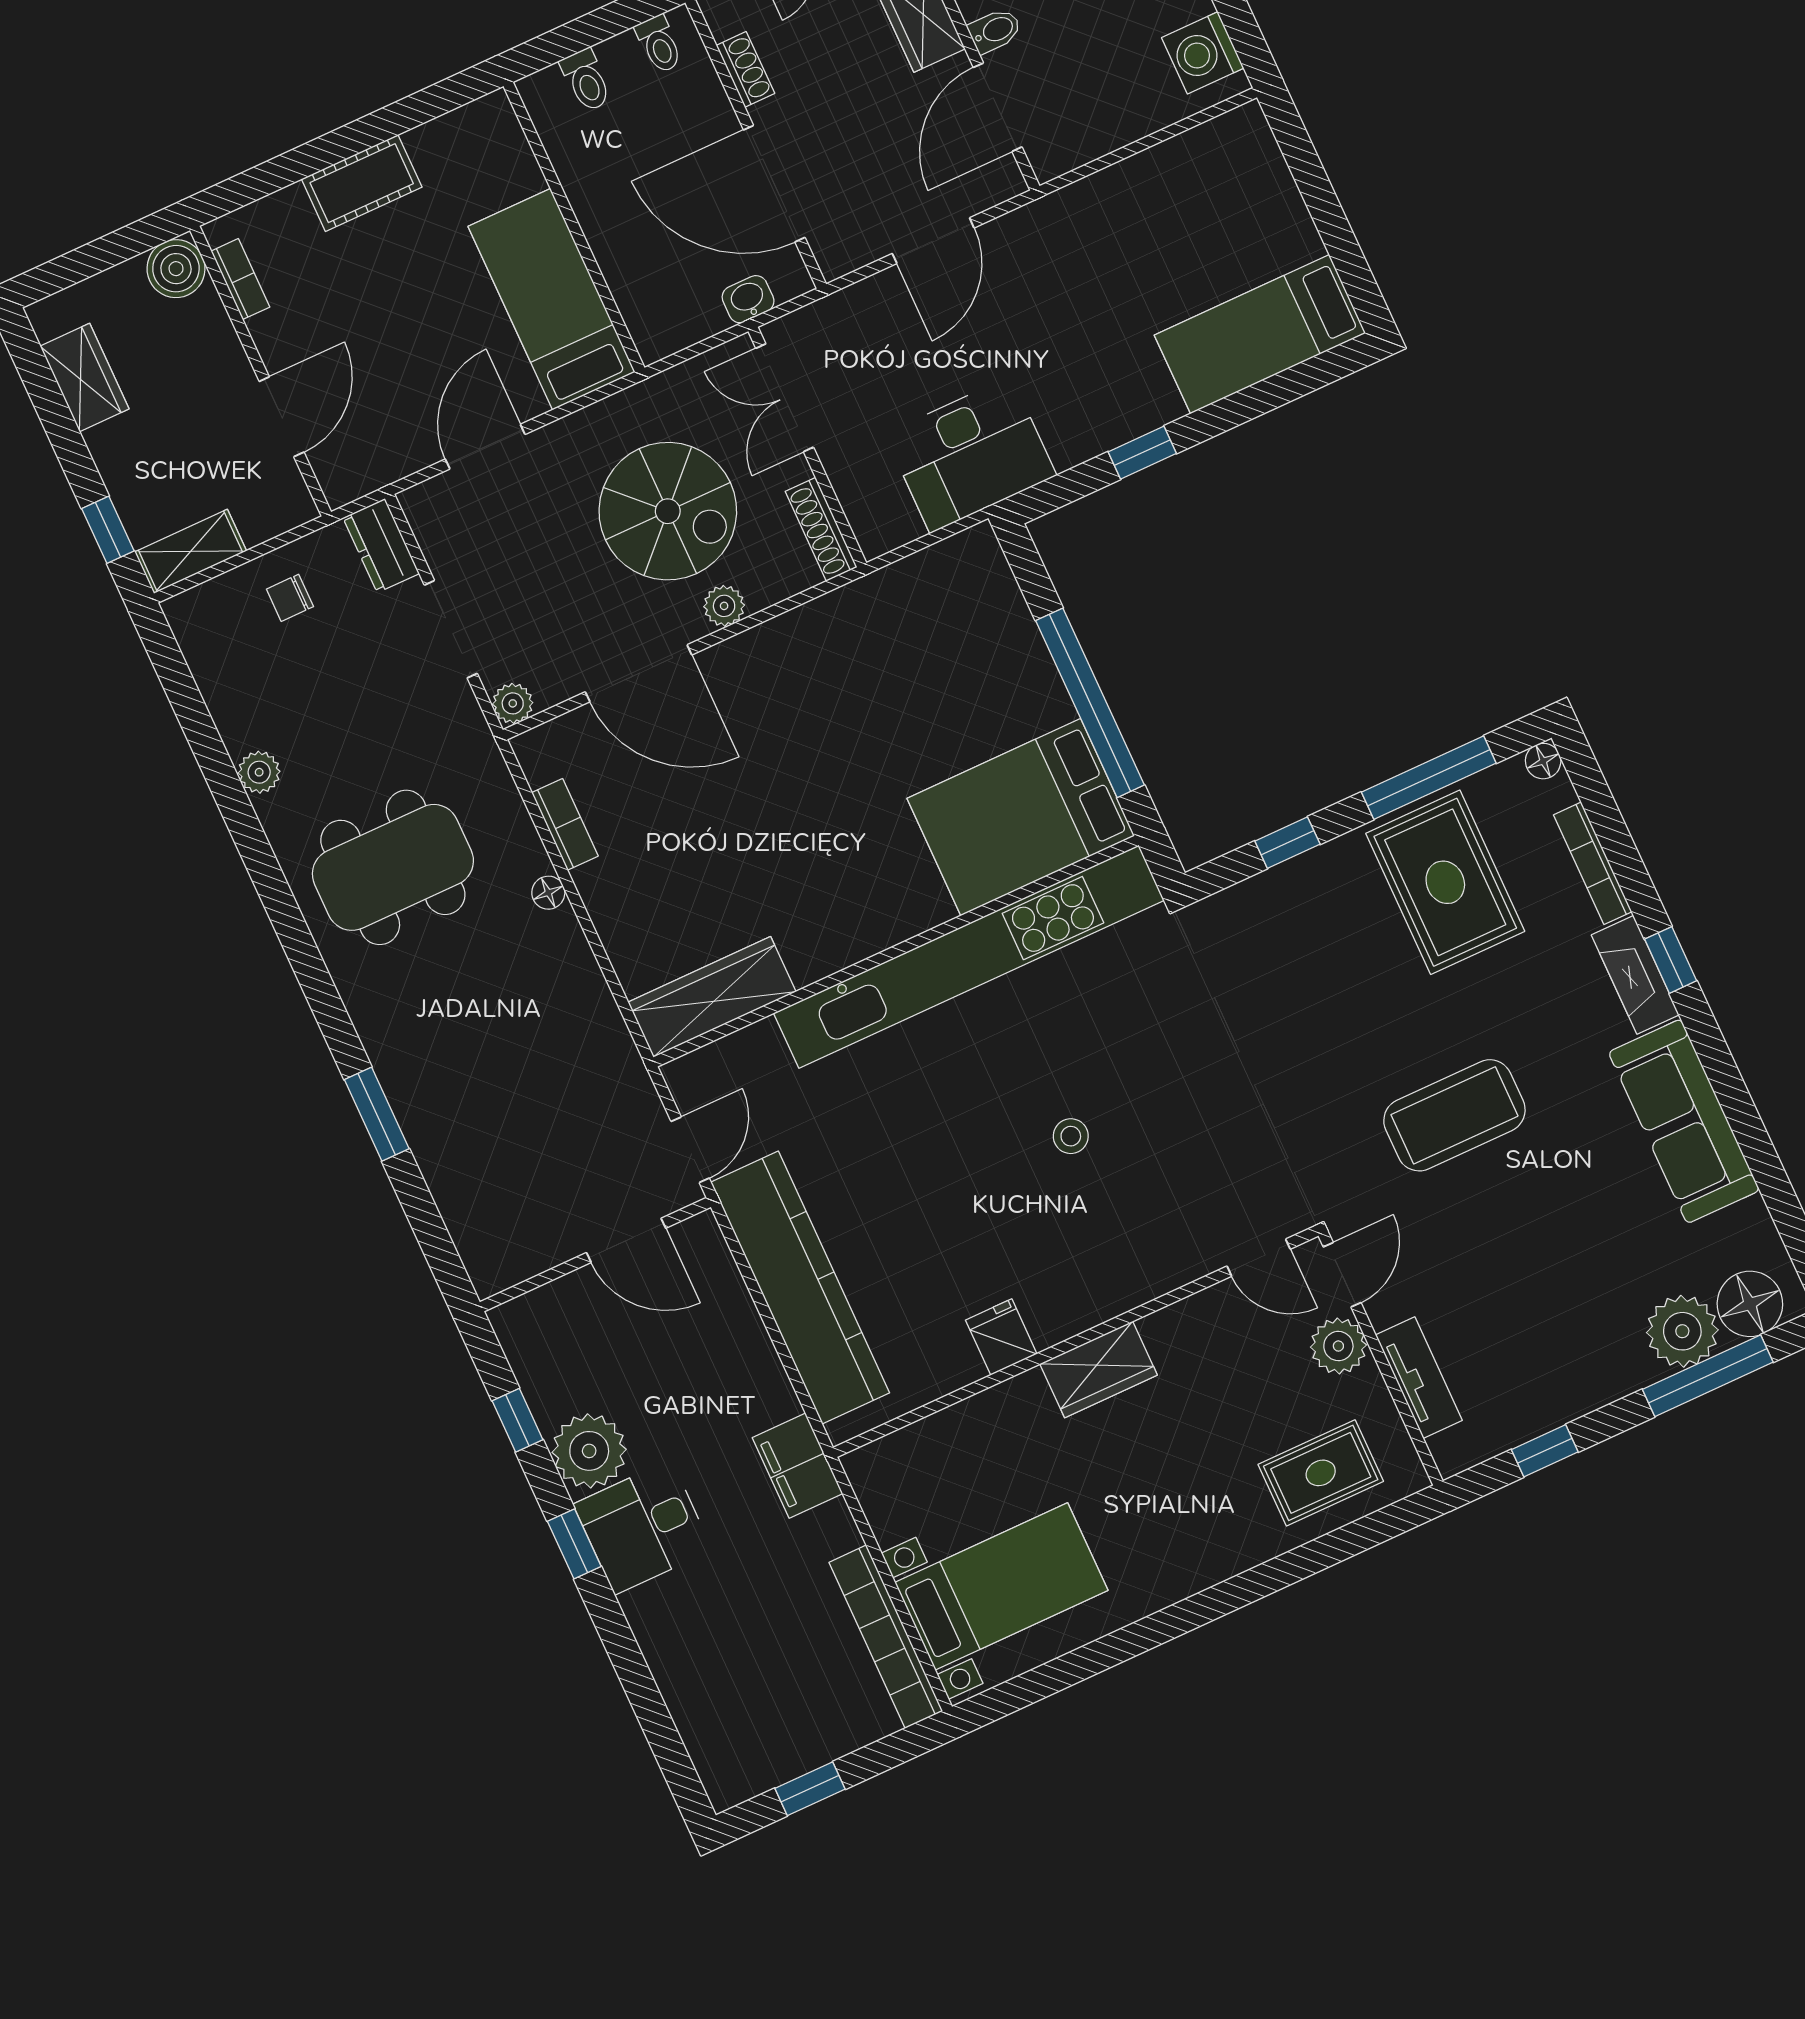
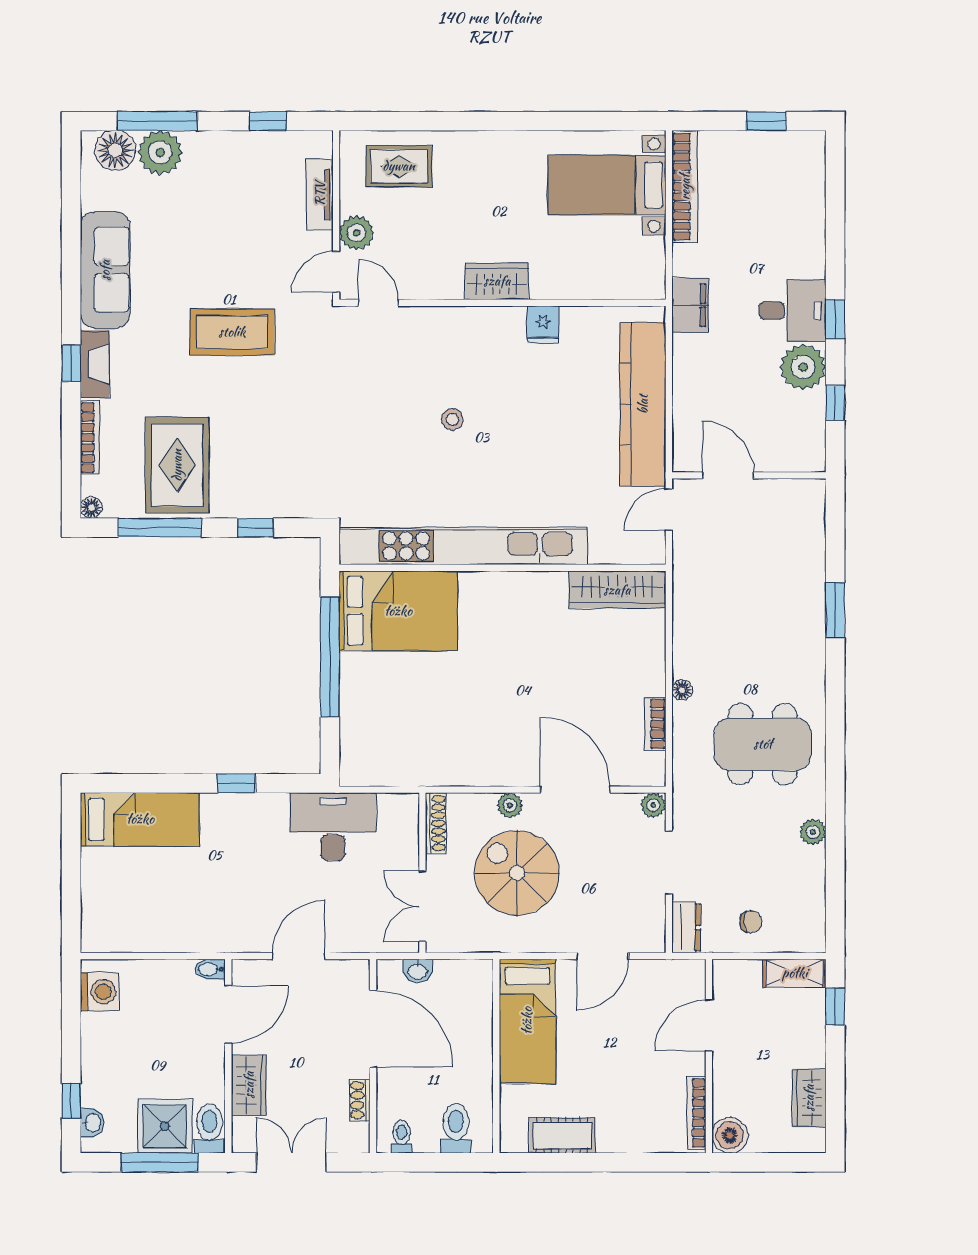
bidet: (995, 31) -> (210, 969), moved
toilet: (586, 80) -> (456, 1128), width x1.37, depth x1.39
cot: (362, 183) -> (562, 1135), moved
bookcase: (240, 279) -> (696, 1113), width x1.56
double door: (785, 398) -> (422, 906), swing flipped

